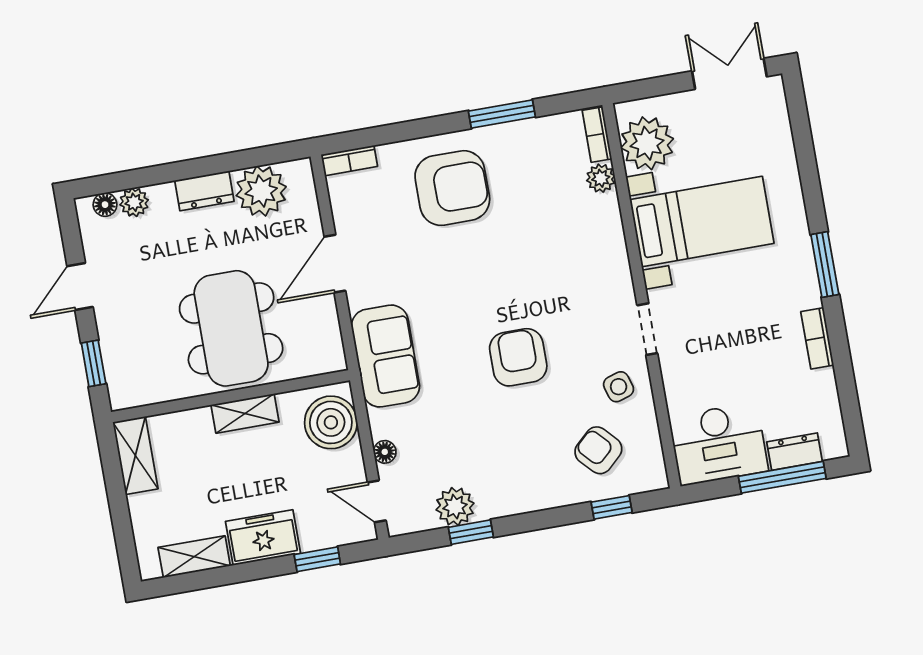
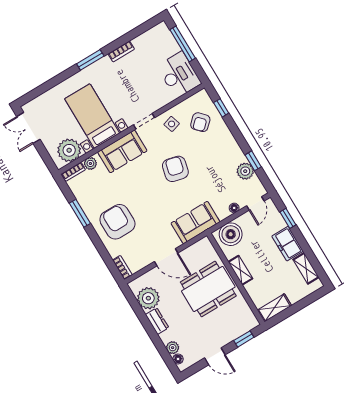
sofa: (600, 257) -> (122, 151), added
armchair: (518, 357) -> (175, 169), turned 104
dresser: (794, 452) -> (170, 43), removed

